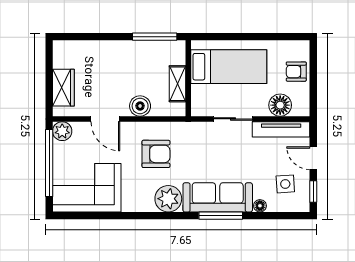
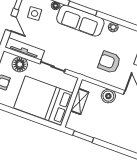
window: (155, 37) -> (83, 137), width x0.69
bed: (229, 67) -> (43, 100), width x1.50
plant: (168, 199) -> (113, 27), width x0.53, depth x0.53

